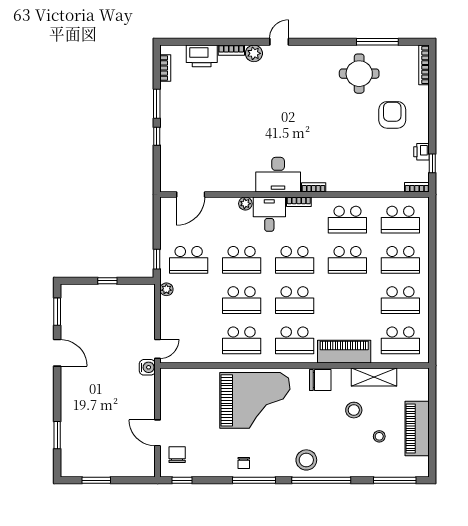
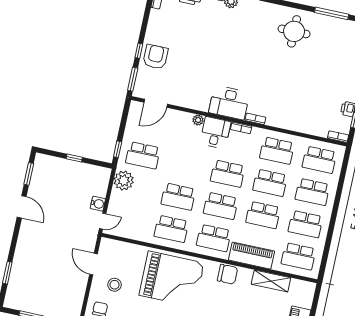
round table: (359, 74) -> (294, 31), moved
window: (157, 104) -> (133, 79), moved
armchair: (392, 115) -> (156, 57), moved
school desk: (242, 260) -> (263, 215), moved
plant: (166, 289) -> (124, 181), width x1.88, depth x1.88
water cooler: (147, 367) -> (98, 204), moved
stool: (354, 410) -> (115, 285), moved
door: (158, 433) -> (93, 264), moved

